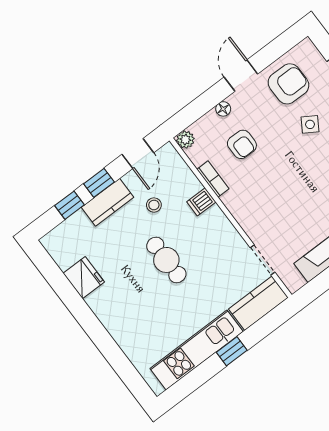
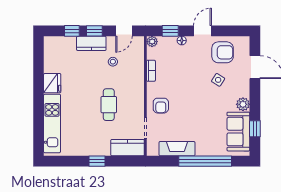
window: (199, 108) -> (170, 31), added
armchair: (242, 144) -> (161, 106), moved
dishwasher: (201, 202) -> (137, 78), removed
cafe table: (166, 260) -> (109, 105), moved
fridge: (84, 278) -> (52, 83), moved
kitchen unit: (197, 350) -> (52, 123), moved, turned 90

